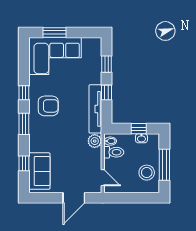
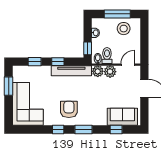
window: (55, 33) -> (9, 86), moved
window: (139, 129) -> (88, 48), moved
plant: (94, 156) -> (110, 72), added

